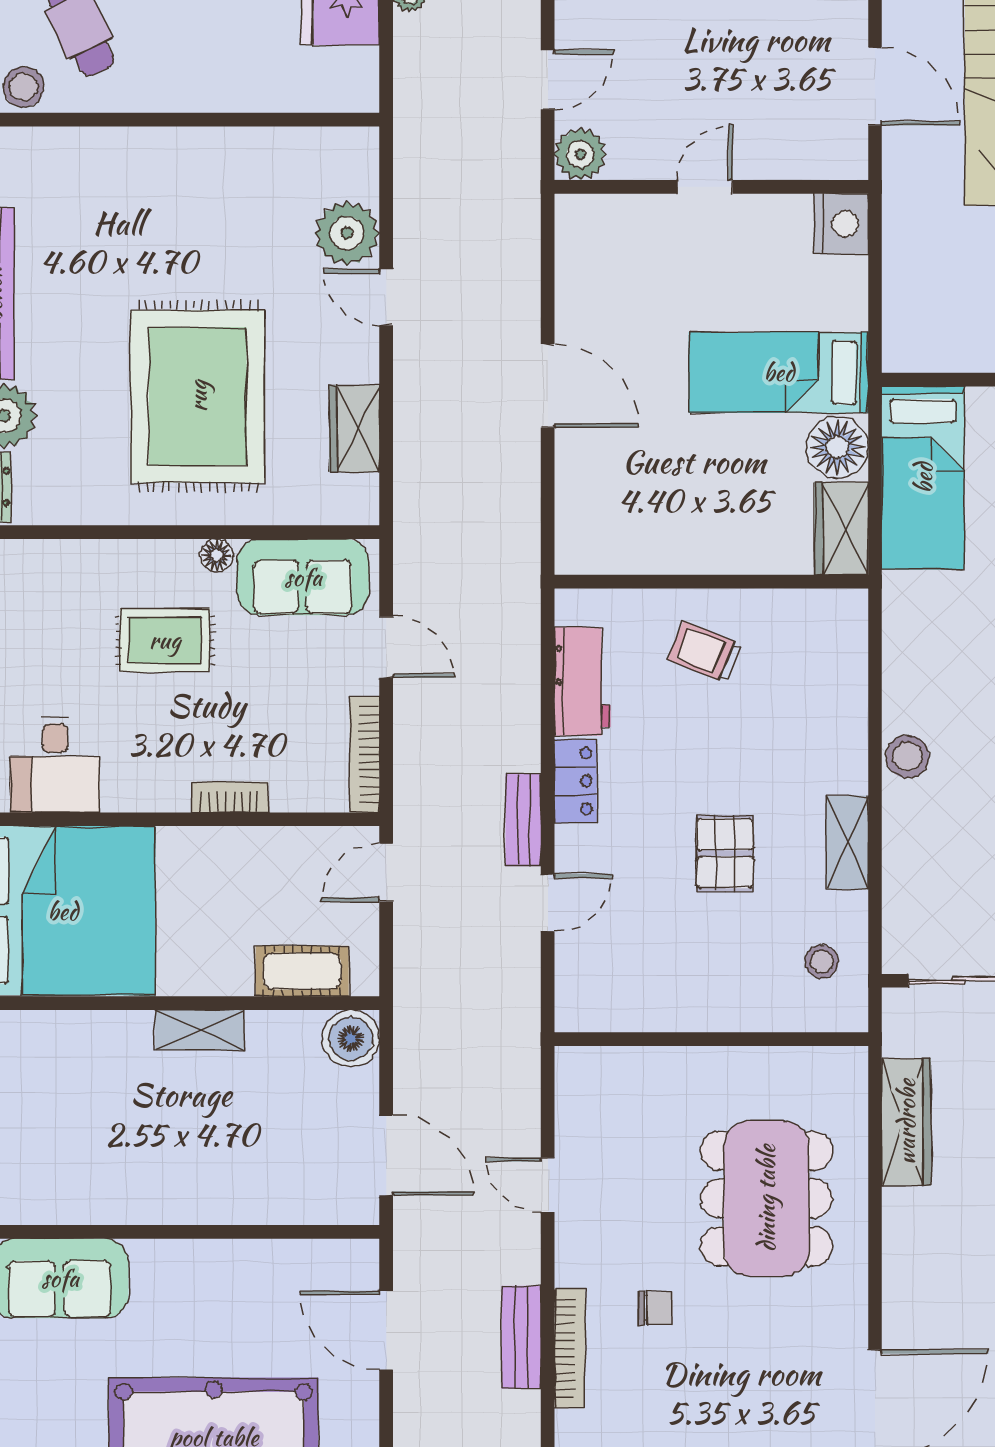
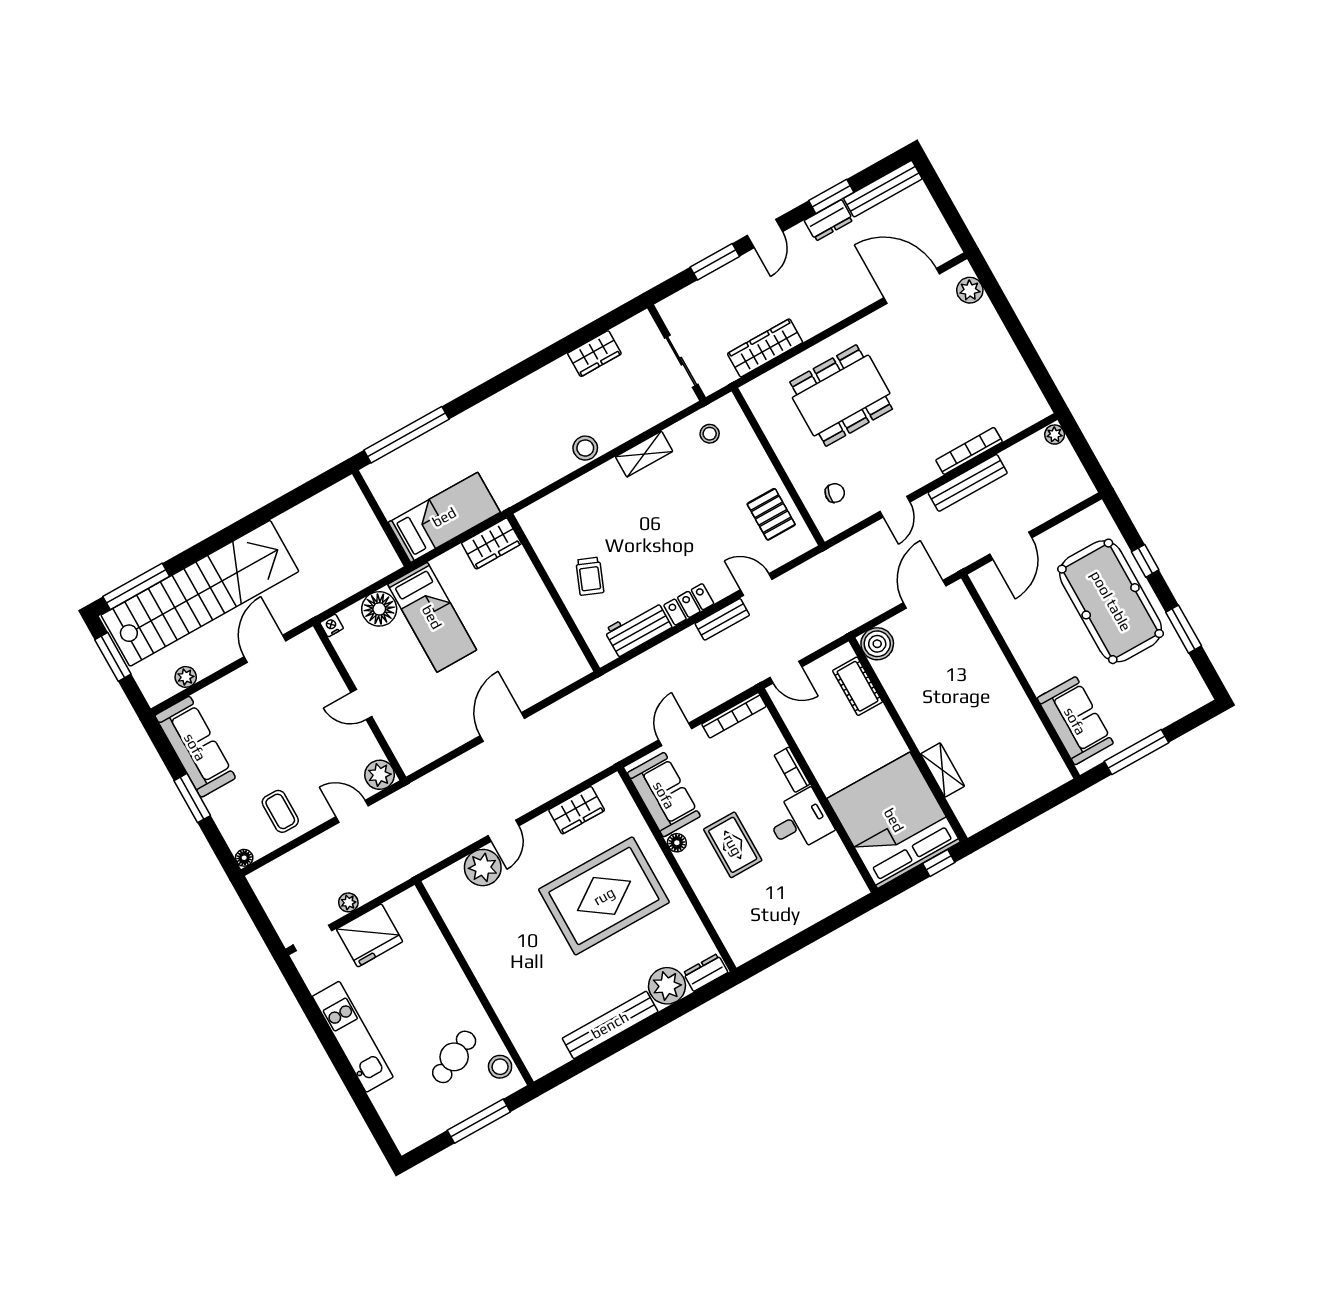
nightstand: (841, 224) -> (332, 625), width x0.53, depth x0.56
floor lamp: (837, 447) -> (379, 609), moved
desk: (55, 764) -> (800, 821), moved
pallet: (725, 853) -> (771, 514), moved, turned 90
shelving: (200, 1030) -> (943, 770), moved
chair: (656, 1308) -> (835, 493), moved, turned 101
bench: (521, 1337) -> (968, 483), width x1.36

